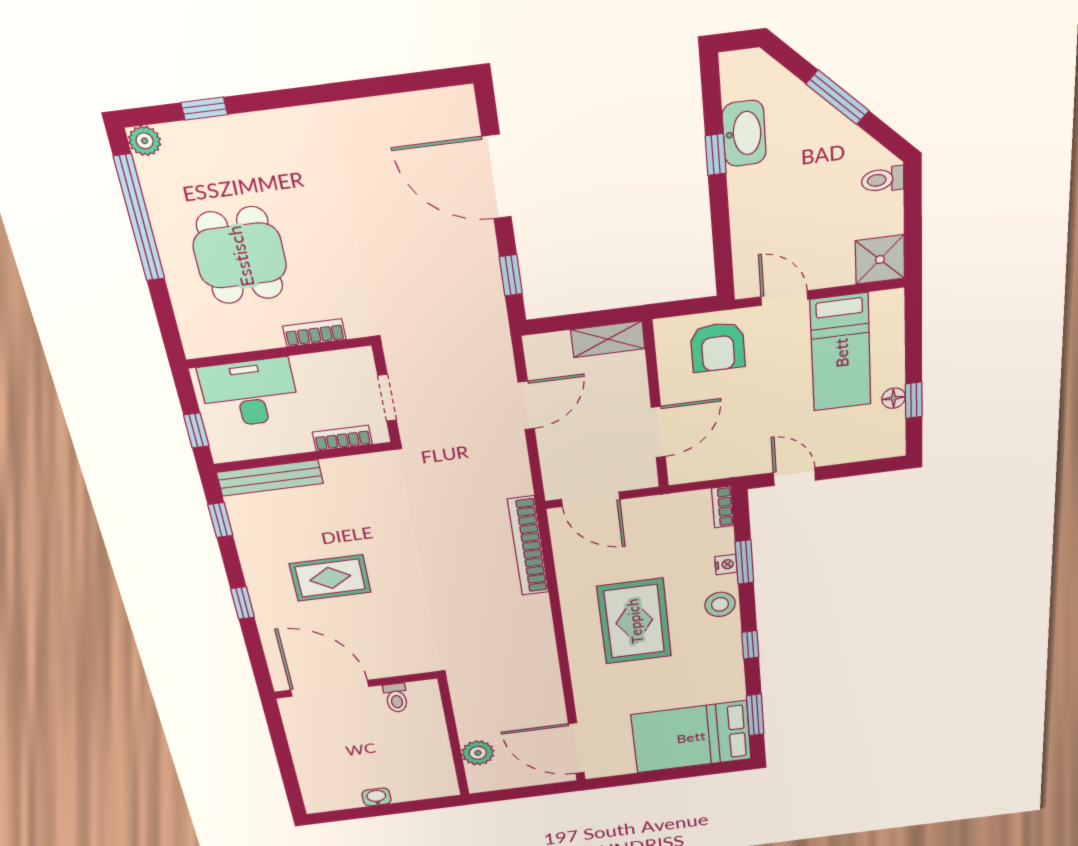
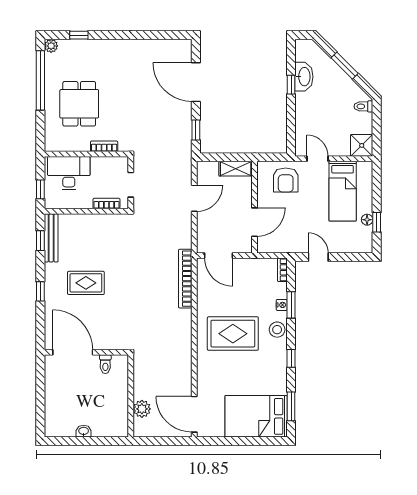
bench: (270, 478) -> (51, 238), moved, turned 90
rug: (634, 621) -> (233, 334), turned 90

